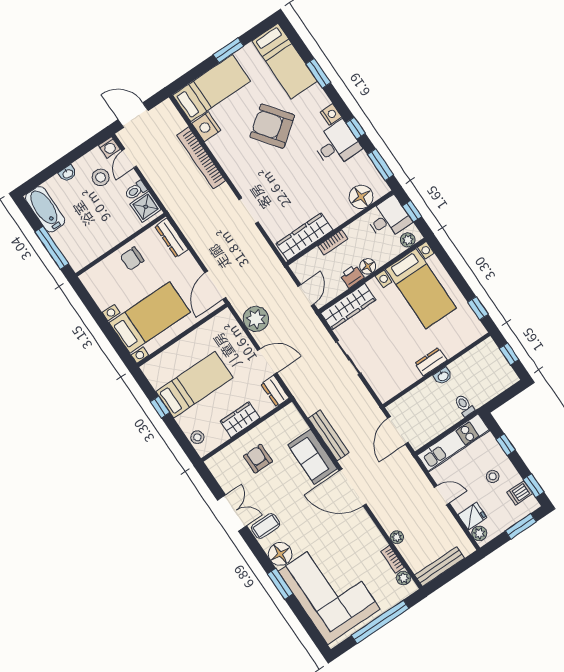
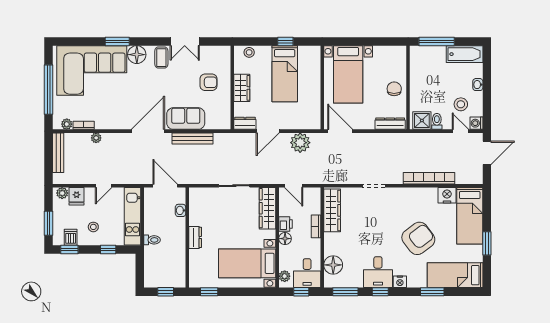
washbasin: (443, 376) -> (181, 210), moved

